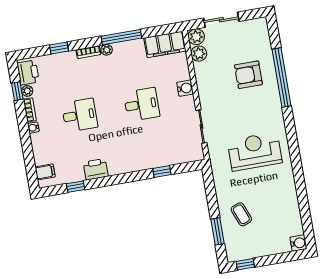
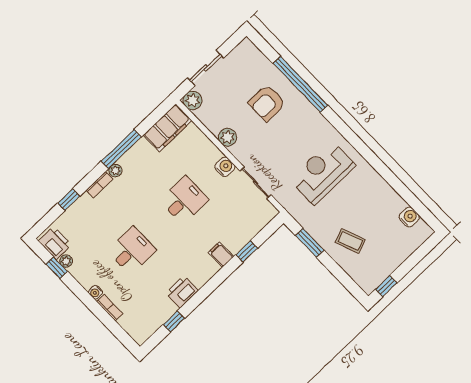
plant: (199, 54) -> (228, 137), moved
water cooler: (185, 88) -> (225, 167), moved
bookcase: (30, 110) -> (110, 308), moved
filing cabinet: (45, 172) -> (221, 255), moved, turned -90
window: (218, 231) -> (310, 243), moved
water cooler: (298, 243) -> (409, 217), moved

